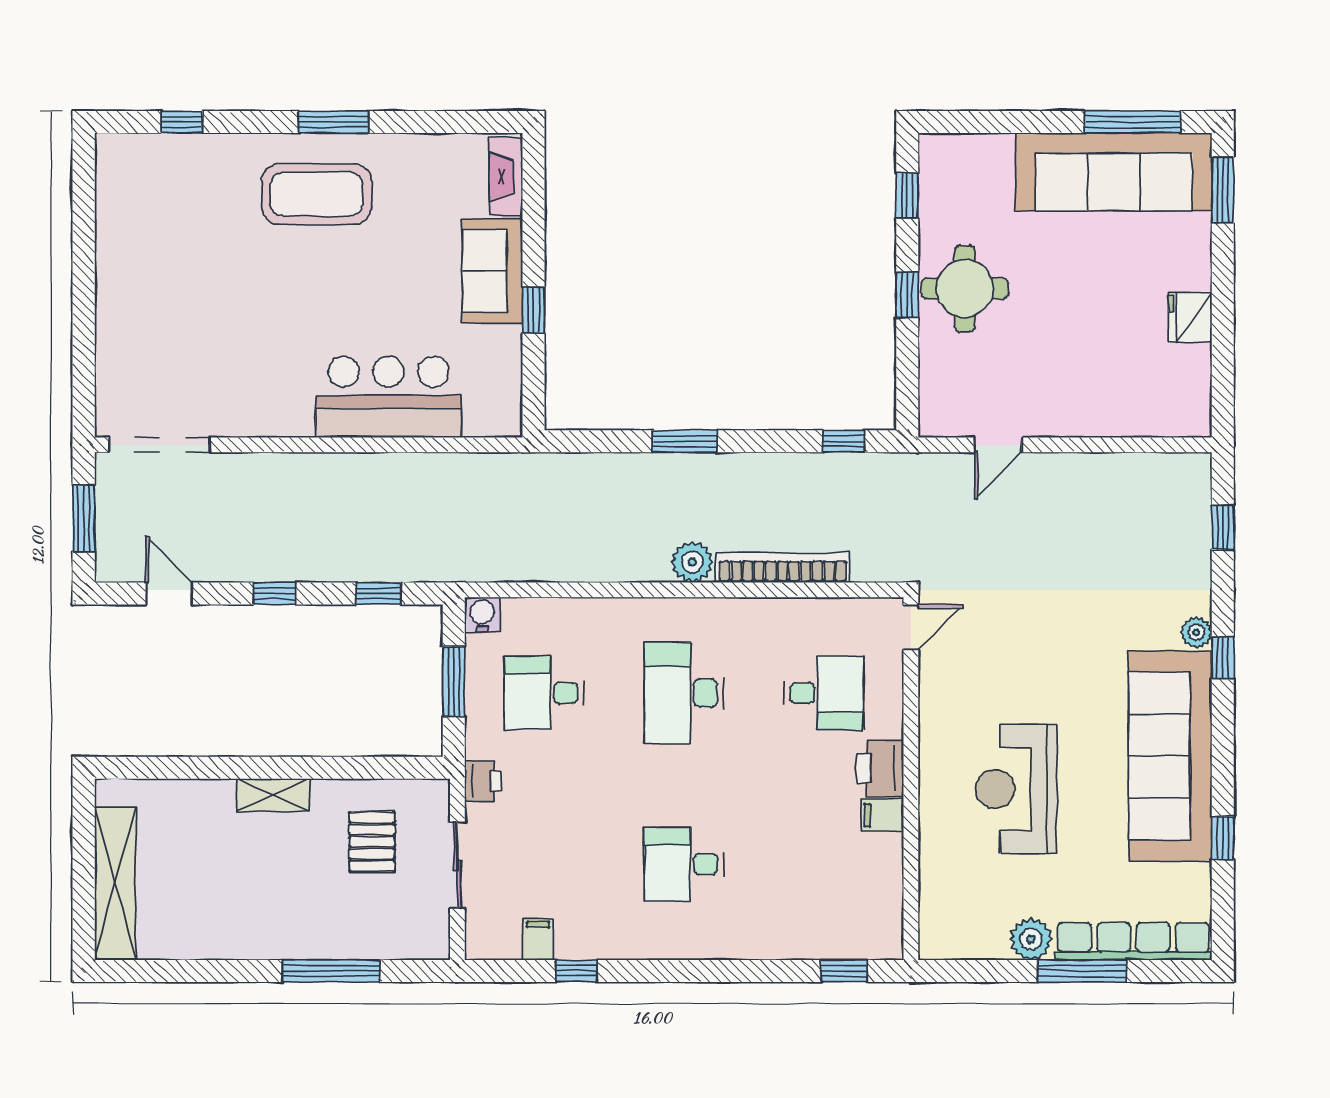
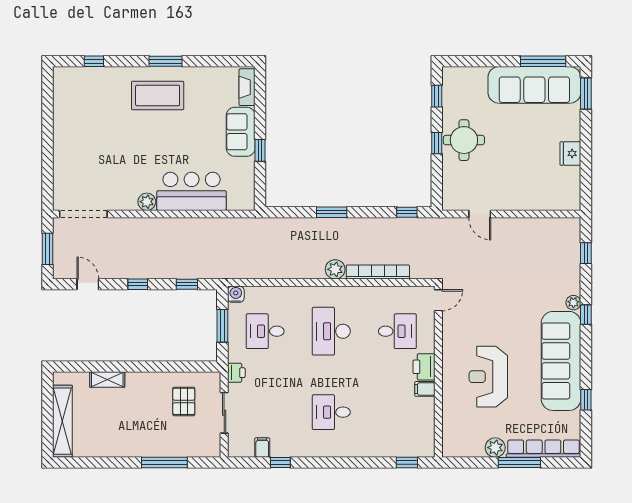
plant: (294, 419) -> (147, 202), added
door: (998, 445) -> (480, 214), hinge flipped
shelving: (273, 795) -> (107, 380), moved

